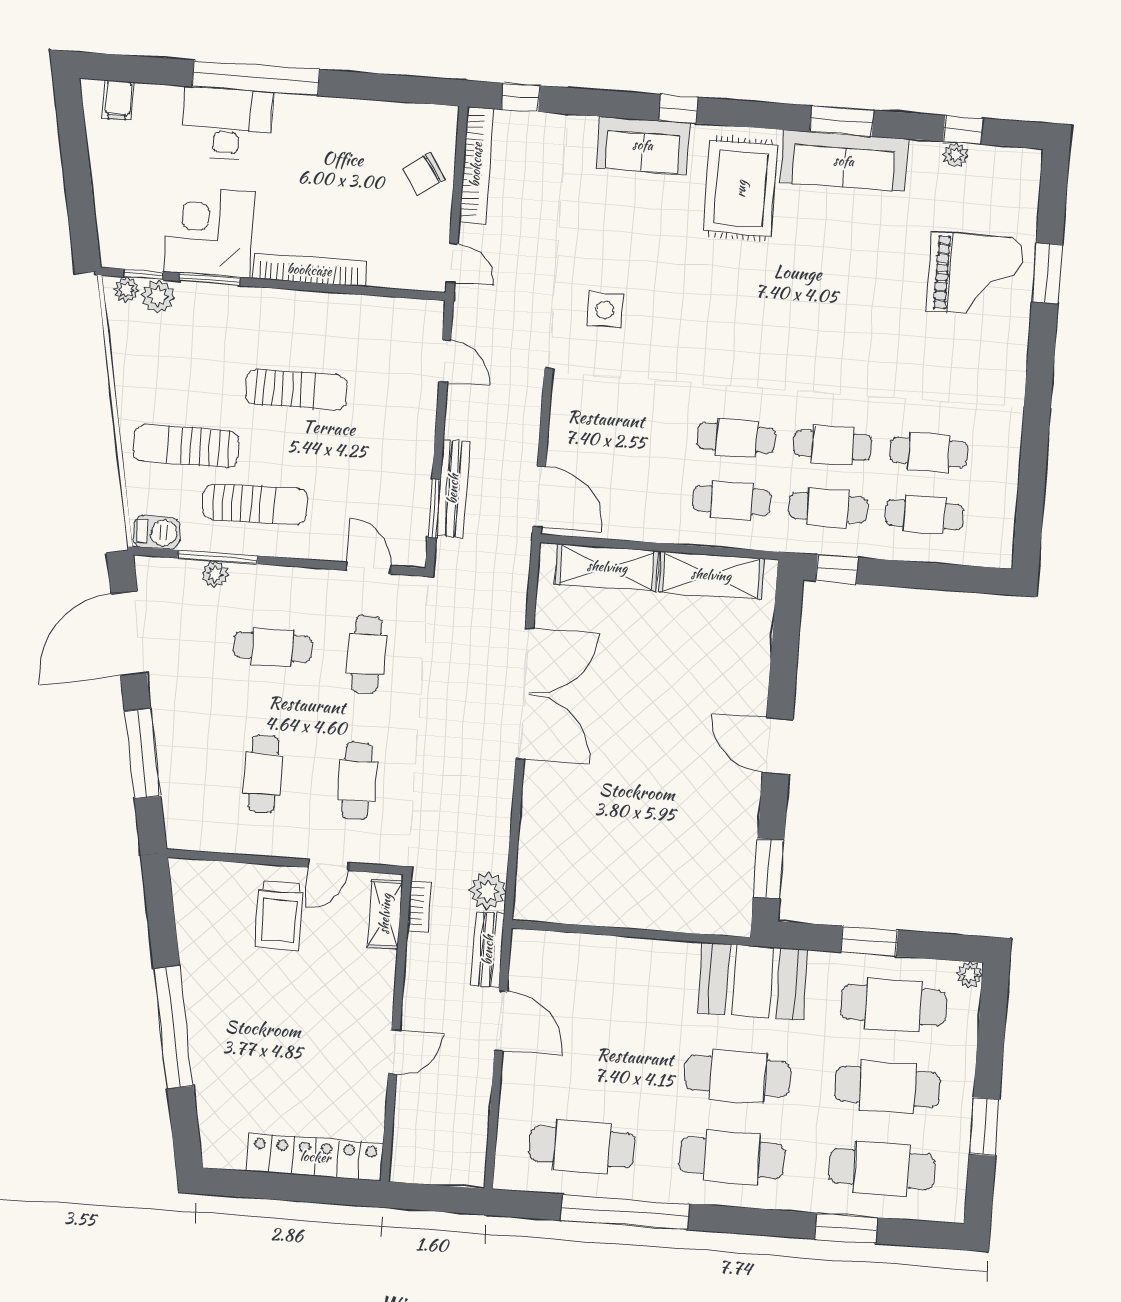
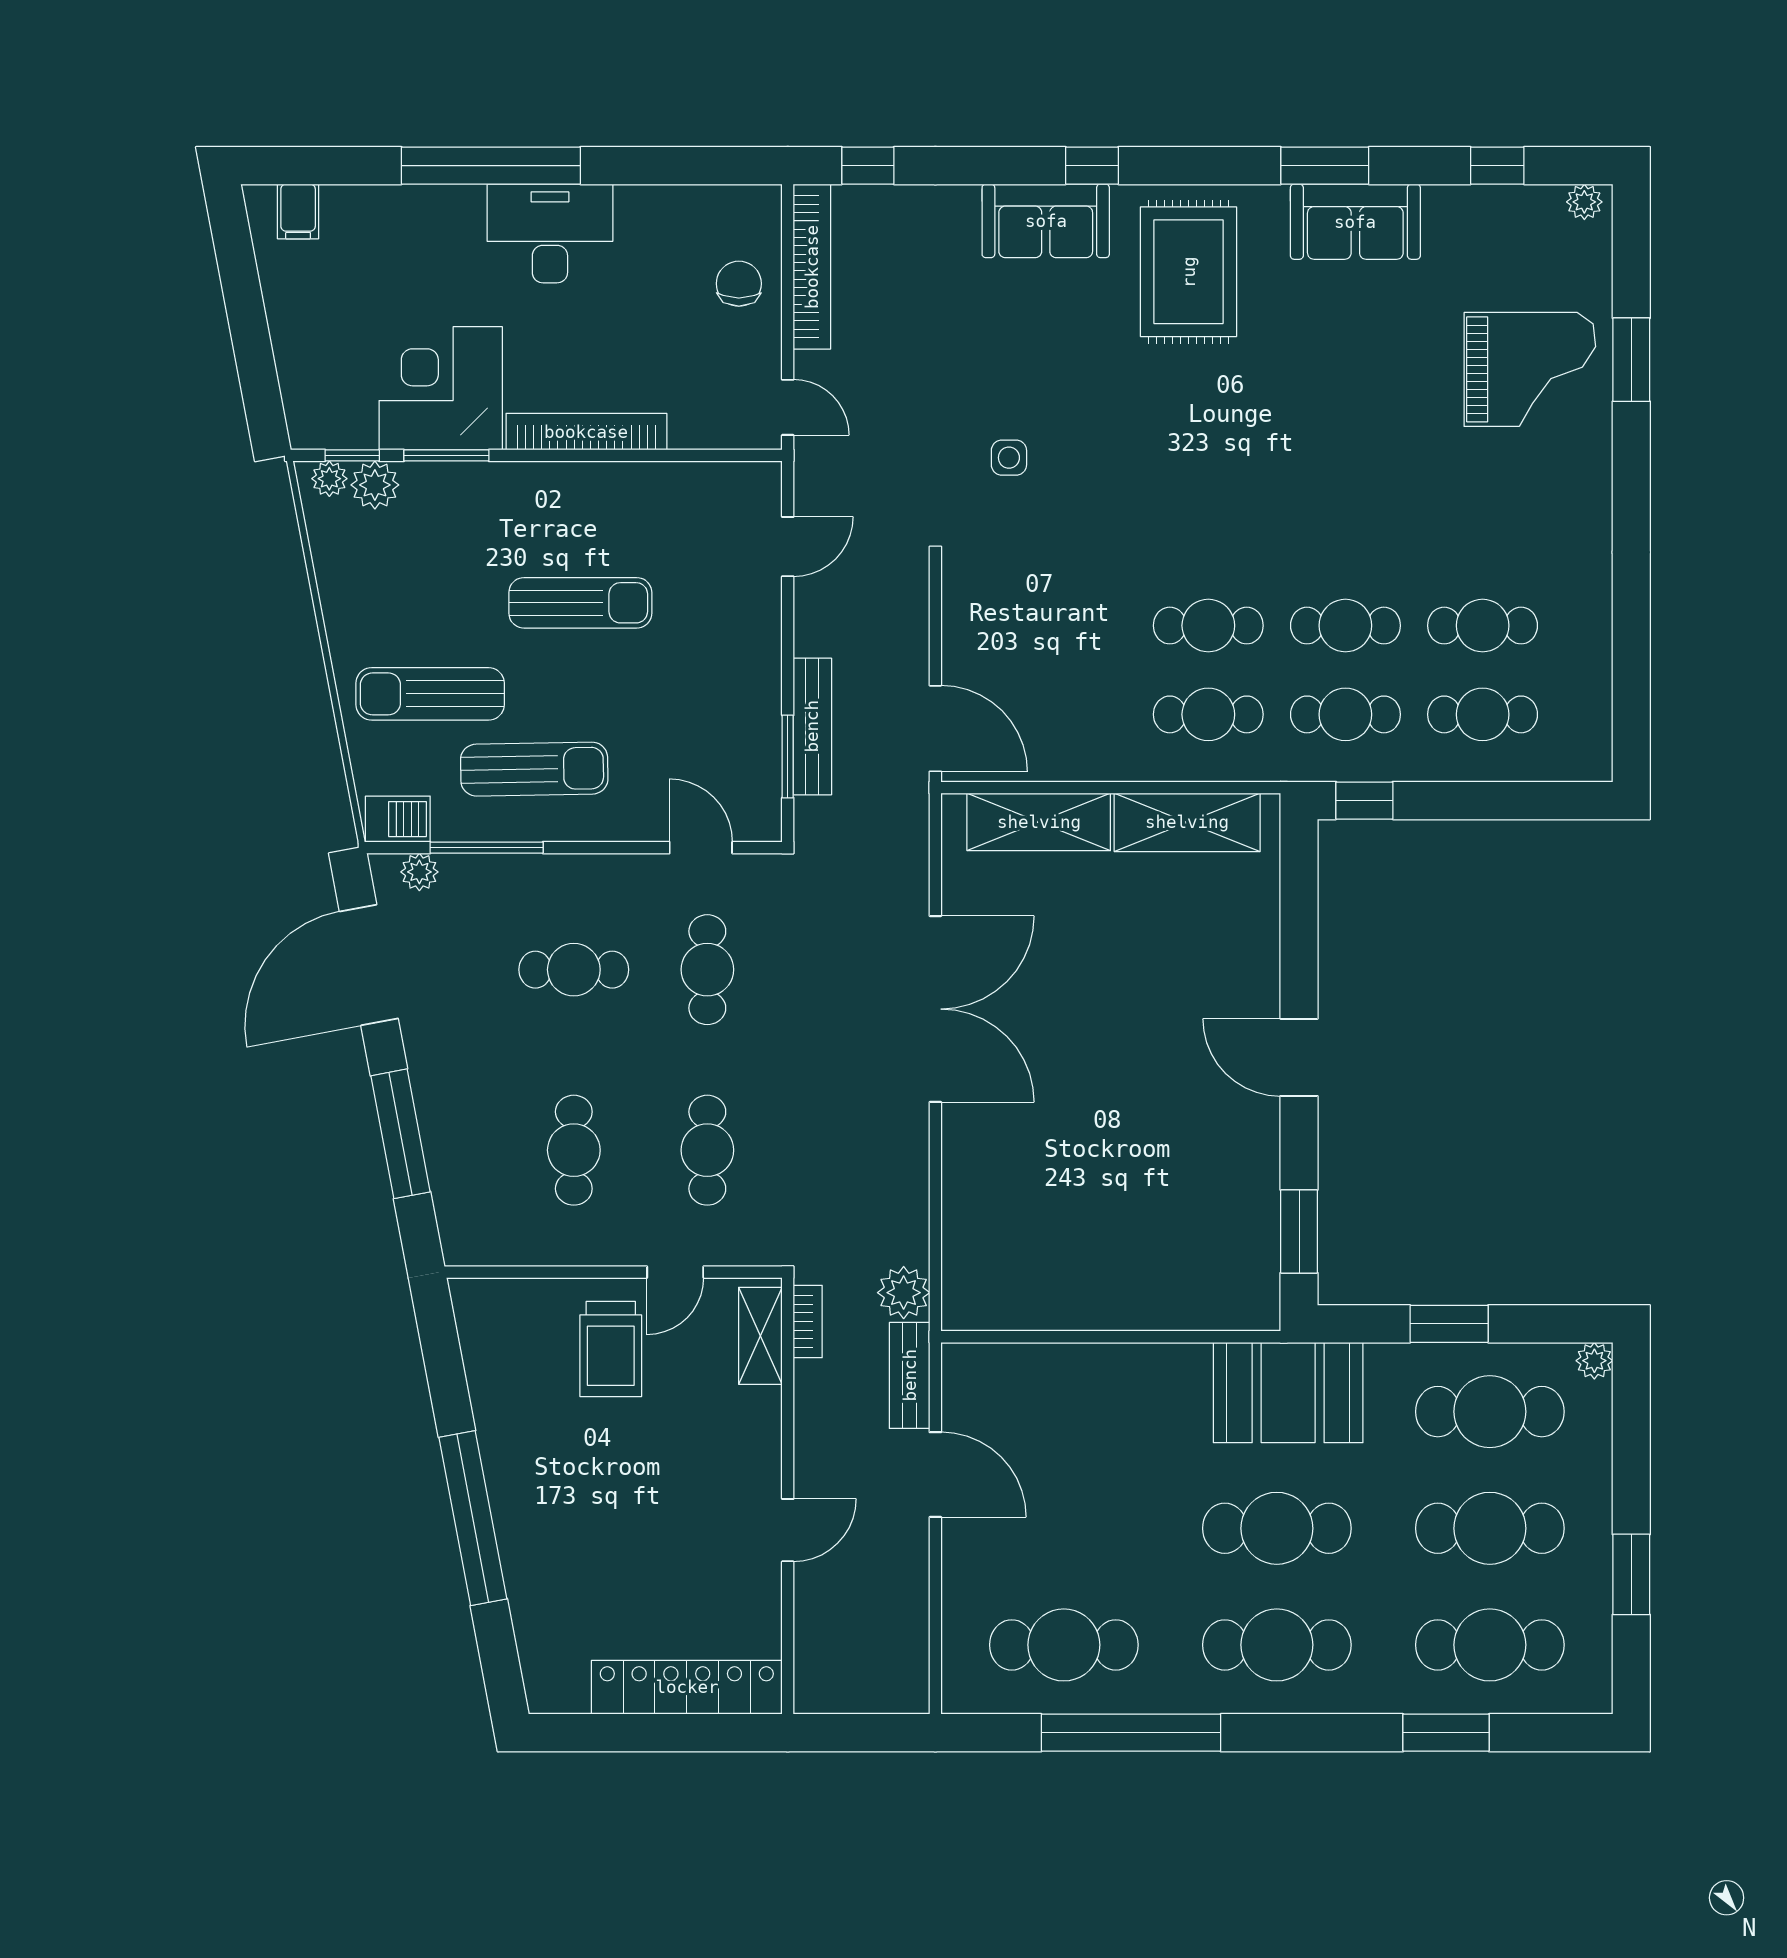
desk: (227, 124) -> (550, 233), moved
plant: (956, 155) -> (1584, 202), moved
sofa: (844, 161) -> (1355, 222), width x0.73
chair: (424, 174) -> (739, 284), turned 124
side table: (605, 310) -> (1009, 458), width x0.73, depth x0.73
door: (445, 361) -> (788, 547), hinge flipped
plant: (215, 574) -> (419, 872), moved

